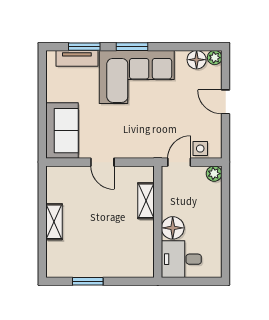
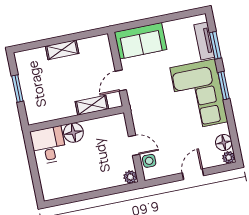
shelving: (146, 201) -> (92, 105), moved
wall: (158, 222) -> (76, 119), moved
floor lamp: (173, 228) -> (73, 133), moved
desk: (181, 259) -> (48, 145), moved

